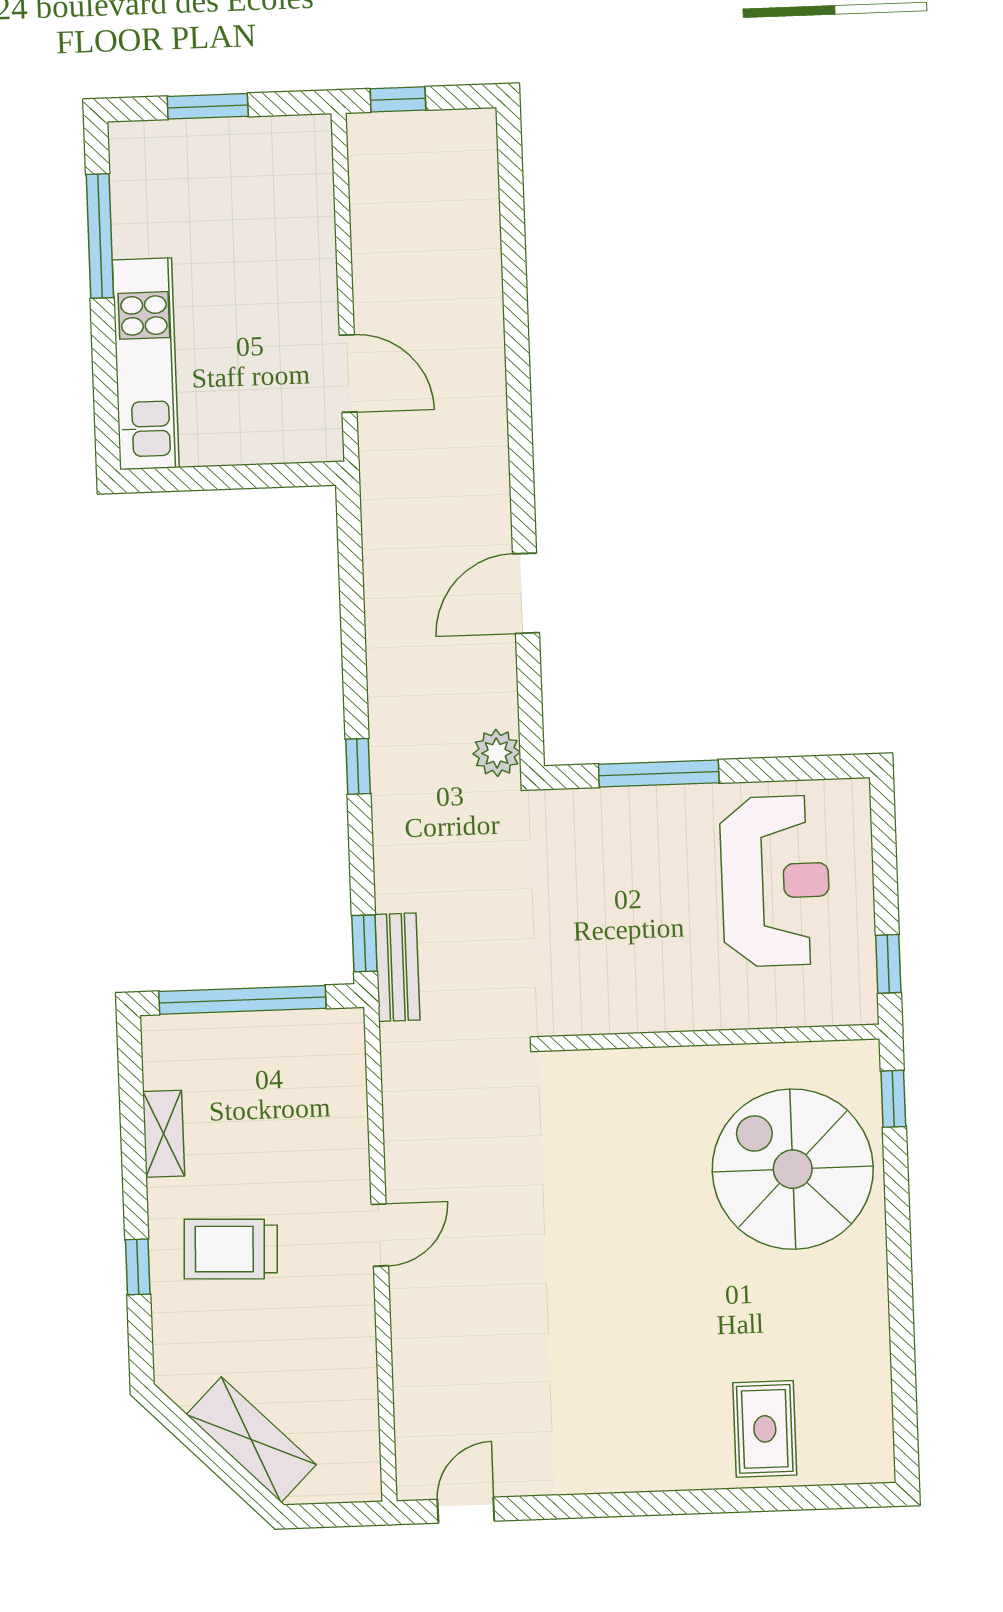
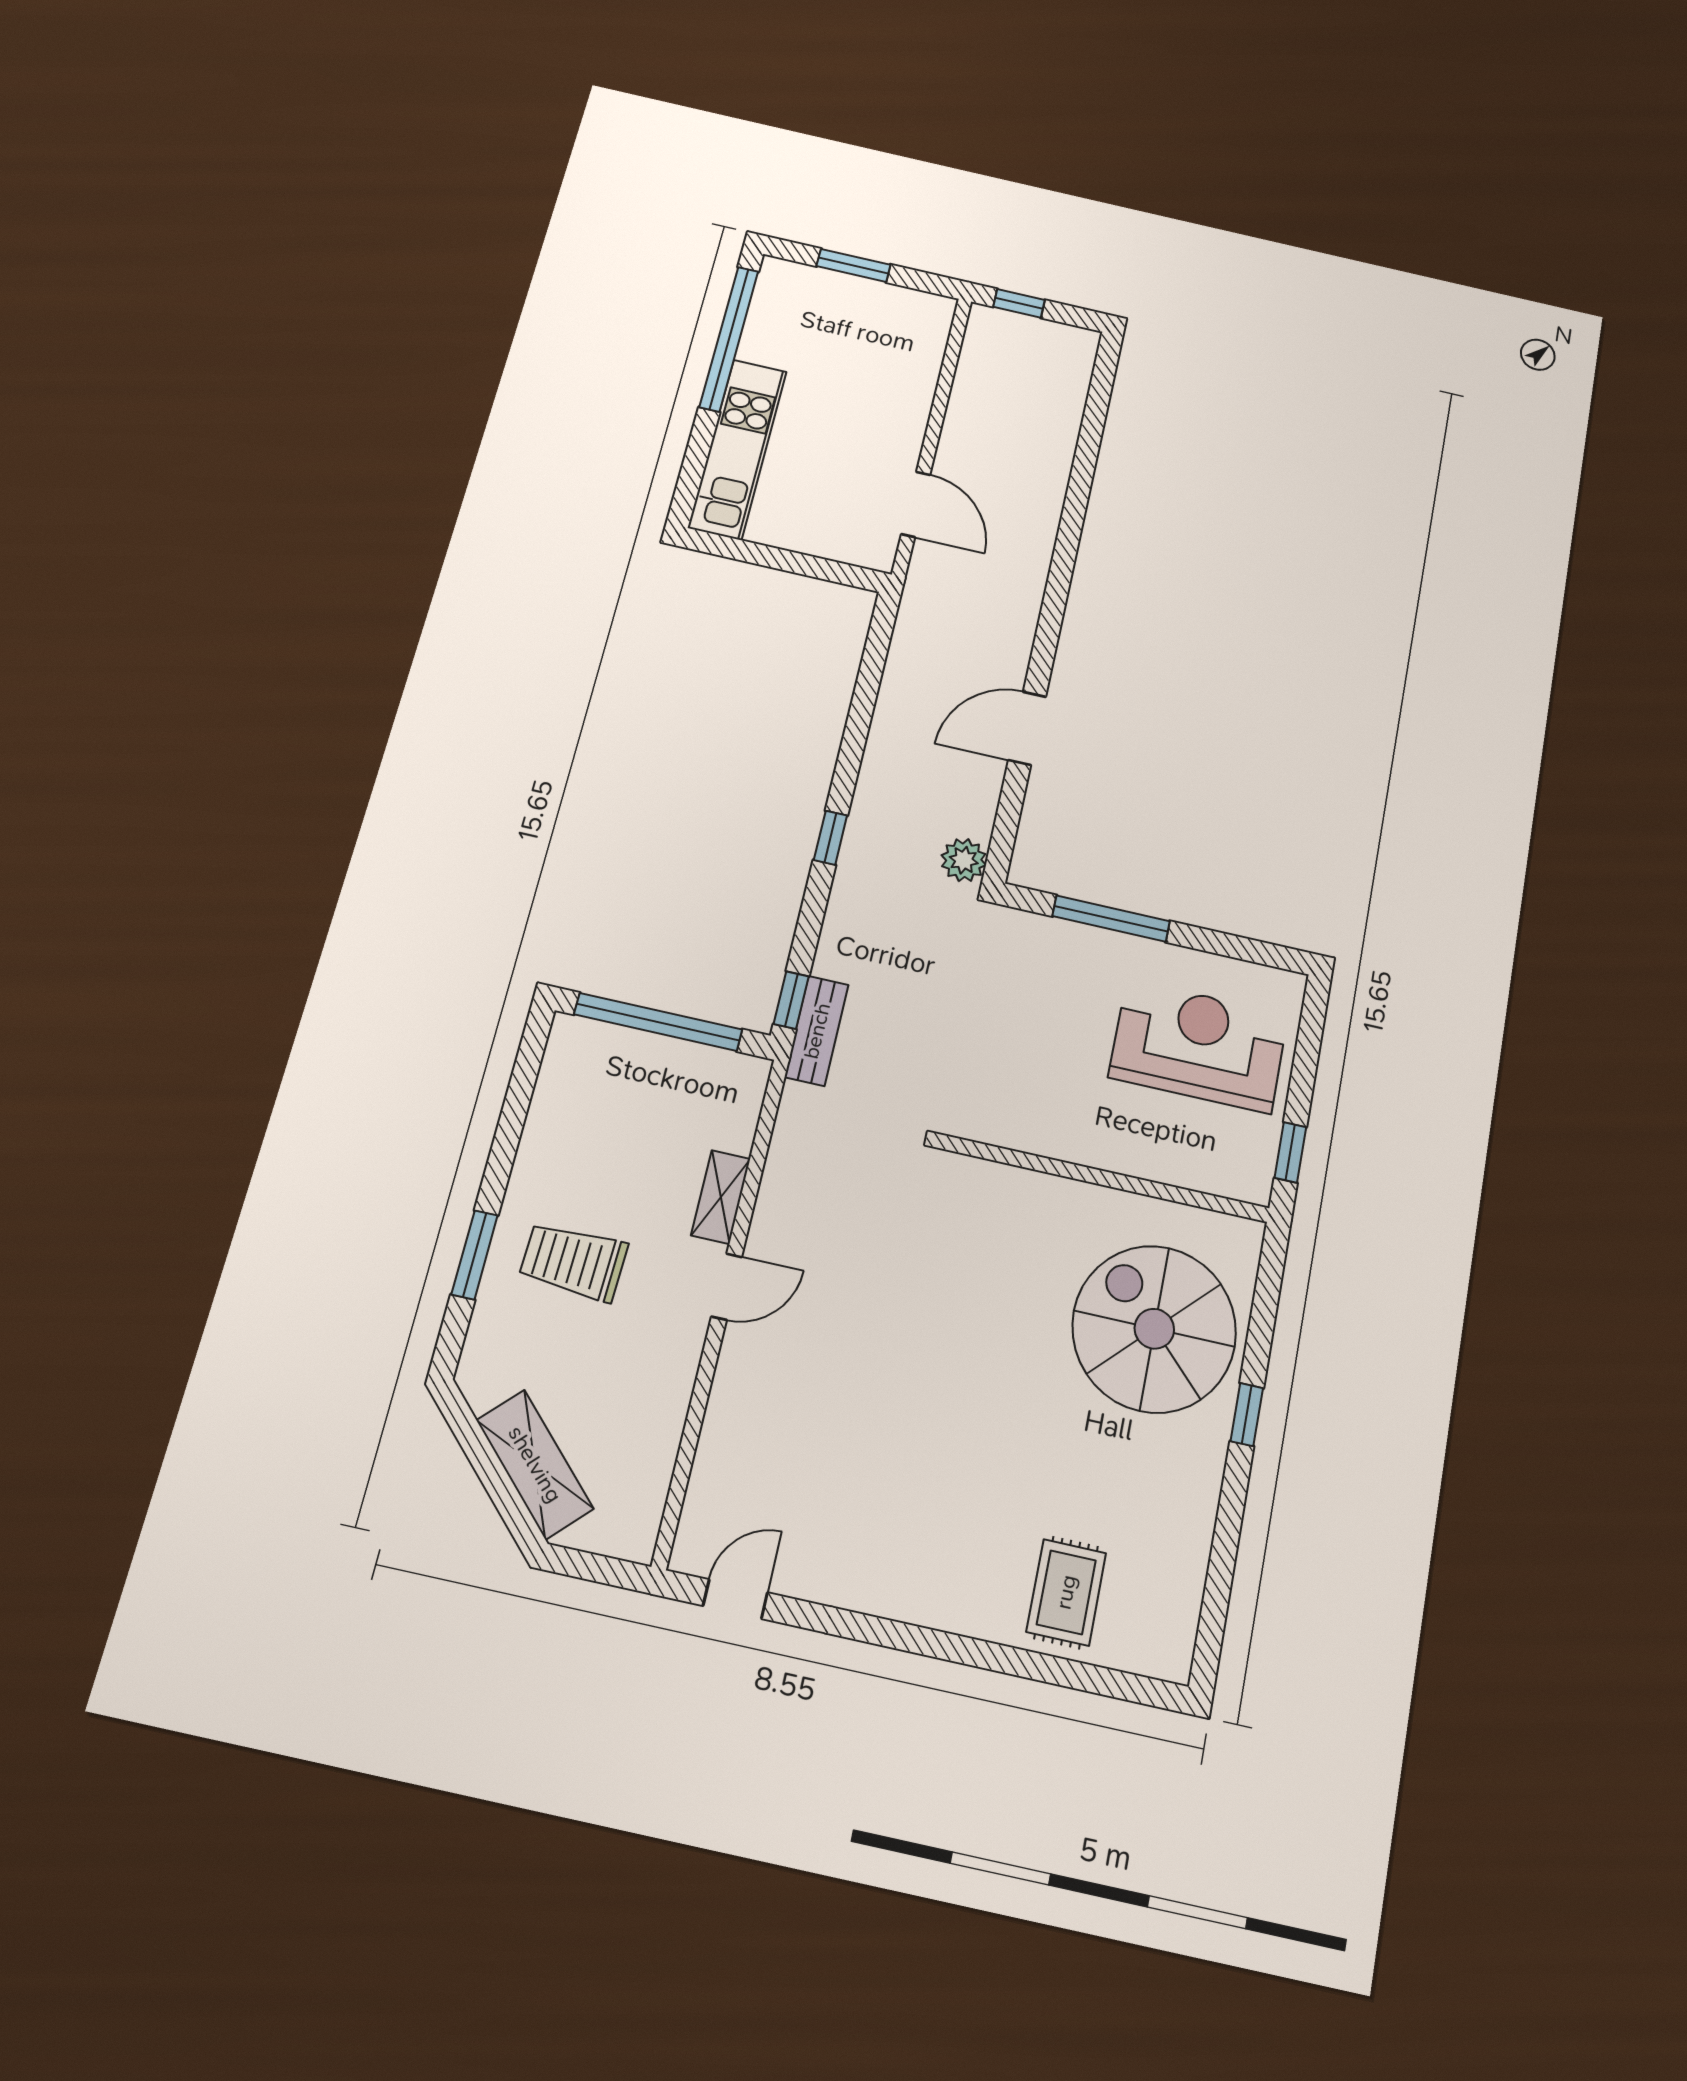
window: (100, 236) -> (729, 339), width x1.46
reception desk: (775, 881) -> (1199, 1046), turned -90
window: (893, 1099) -> (1247, 1415), moved
shelving: (164, 1134) -> (721, 1197), moved
window: (138, 1267) -> (475, 1255), width x1.50

